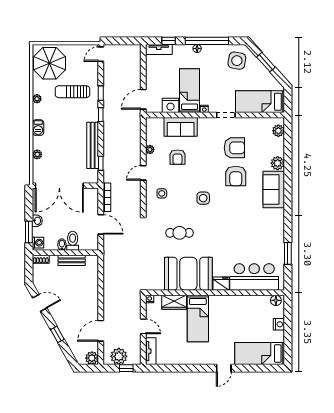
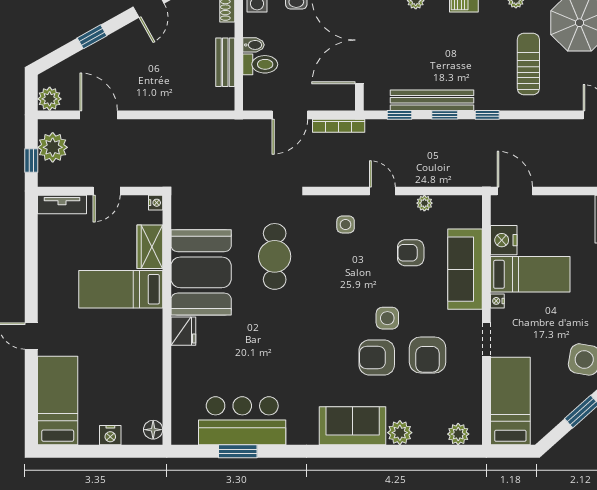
window: (101, 93) -> (445, 115), moved
sofa: (181, 127) -> (465, 269), width x1.36
side table: (203, 198) -> (387, 318), moved
cafe table: (180, 233) -> (275, 256), width x1.37, depth x1.35
bar counter: (254, 277) -> (242, 421), moved, turned -90

